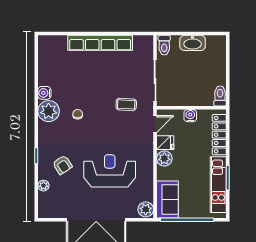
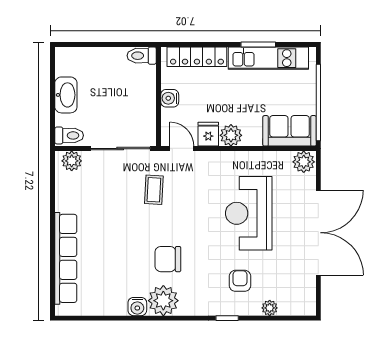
row of seats: (100, 43) -> (66, 258), moved
plant: (146, 47) -> (72, 161), added
chair: (78, 114) -> (168, 259), width x1.87, depth x1.87
armchair: (62, 165) -> (240, 281), turned -57

